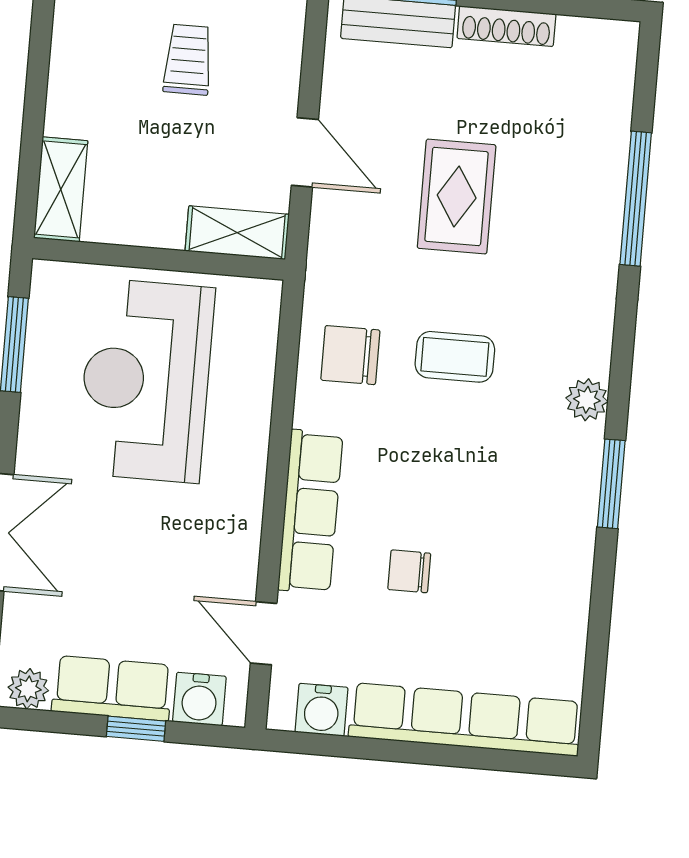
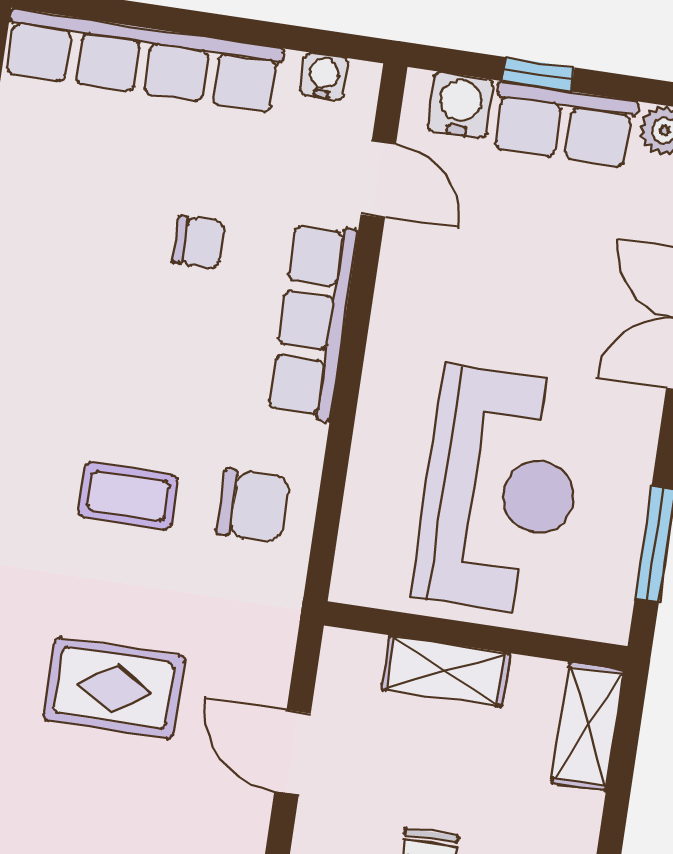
rug: (457, 196) -> (114, 688), turned 90
shelving: (237, 233) -> (446, 671), moved
water cooler: (322, 710) -> (324, 76), width x0.72, depth x0.72

